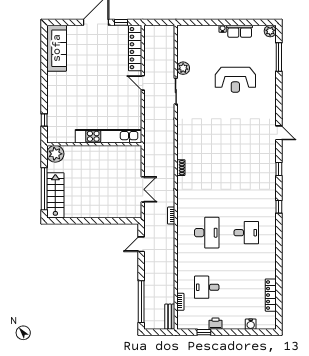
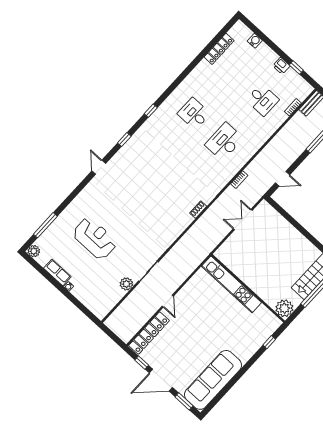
window: (66, 22) -> (184, 401), added
sofa: (57, 48) -> (213, 380), width x1.36, depth x1.27

